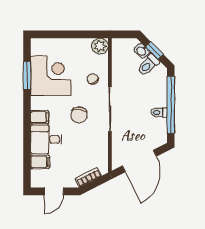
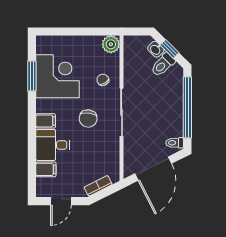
toilet: (159, 112) -> (175, 143), moved

